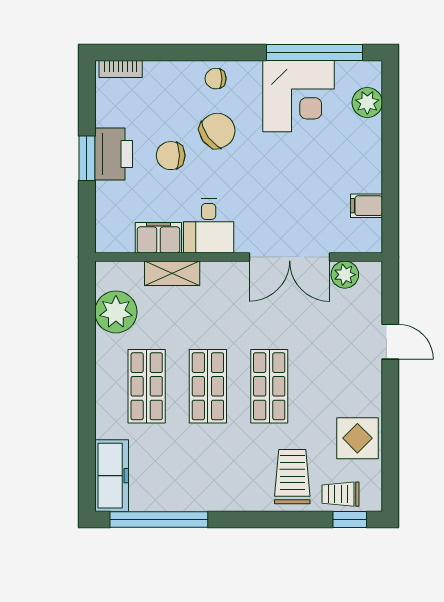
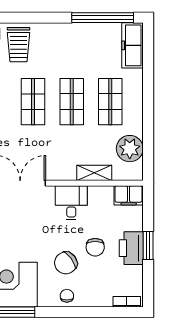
chair: (216, 79) -> (67, 296), turned -90
chair: (171, 156) -> (95, 247), turned 90
filing cabinet: (158, 238) -> (129, 195), moved

